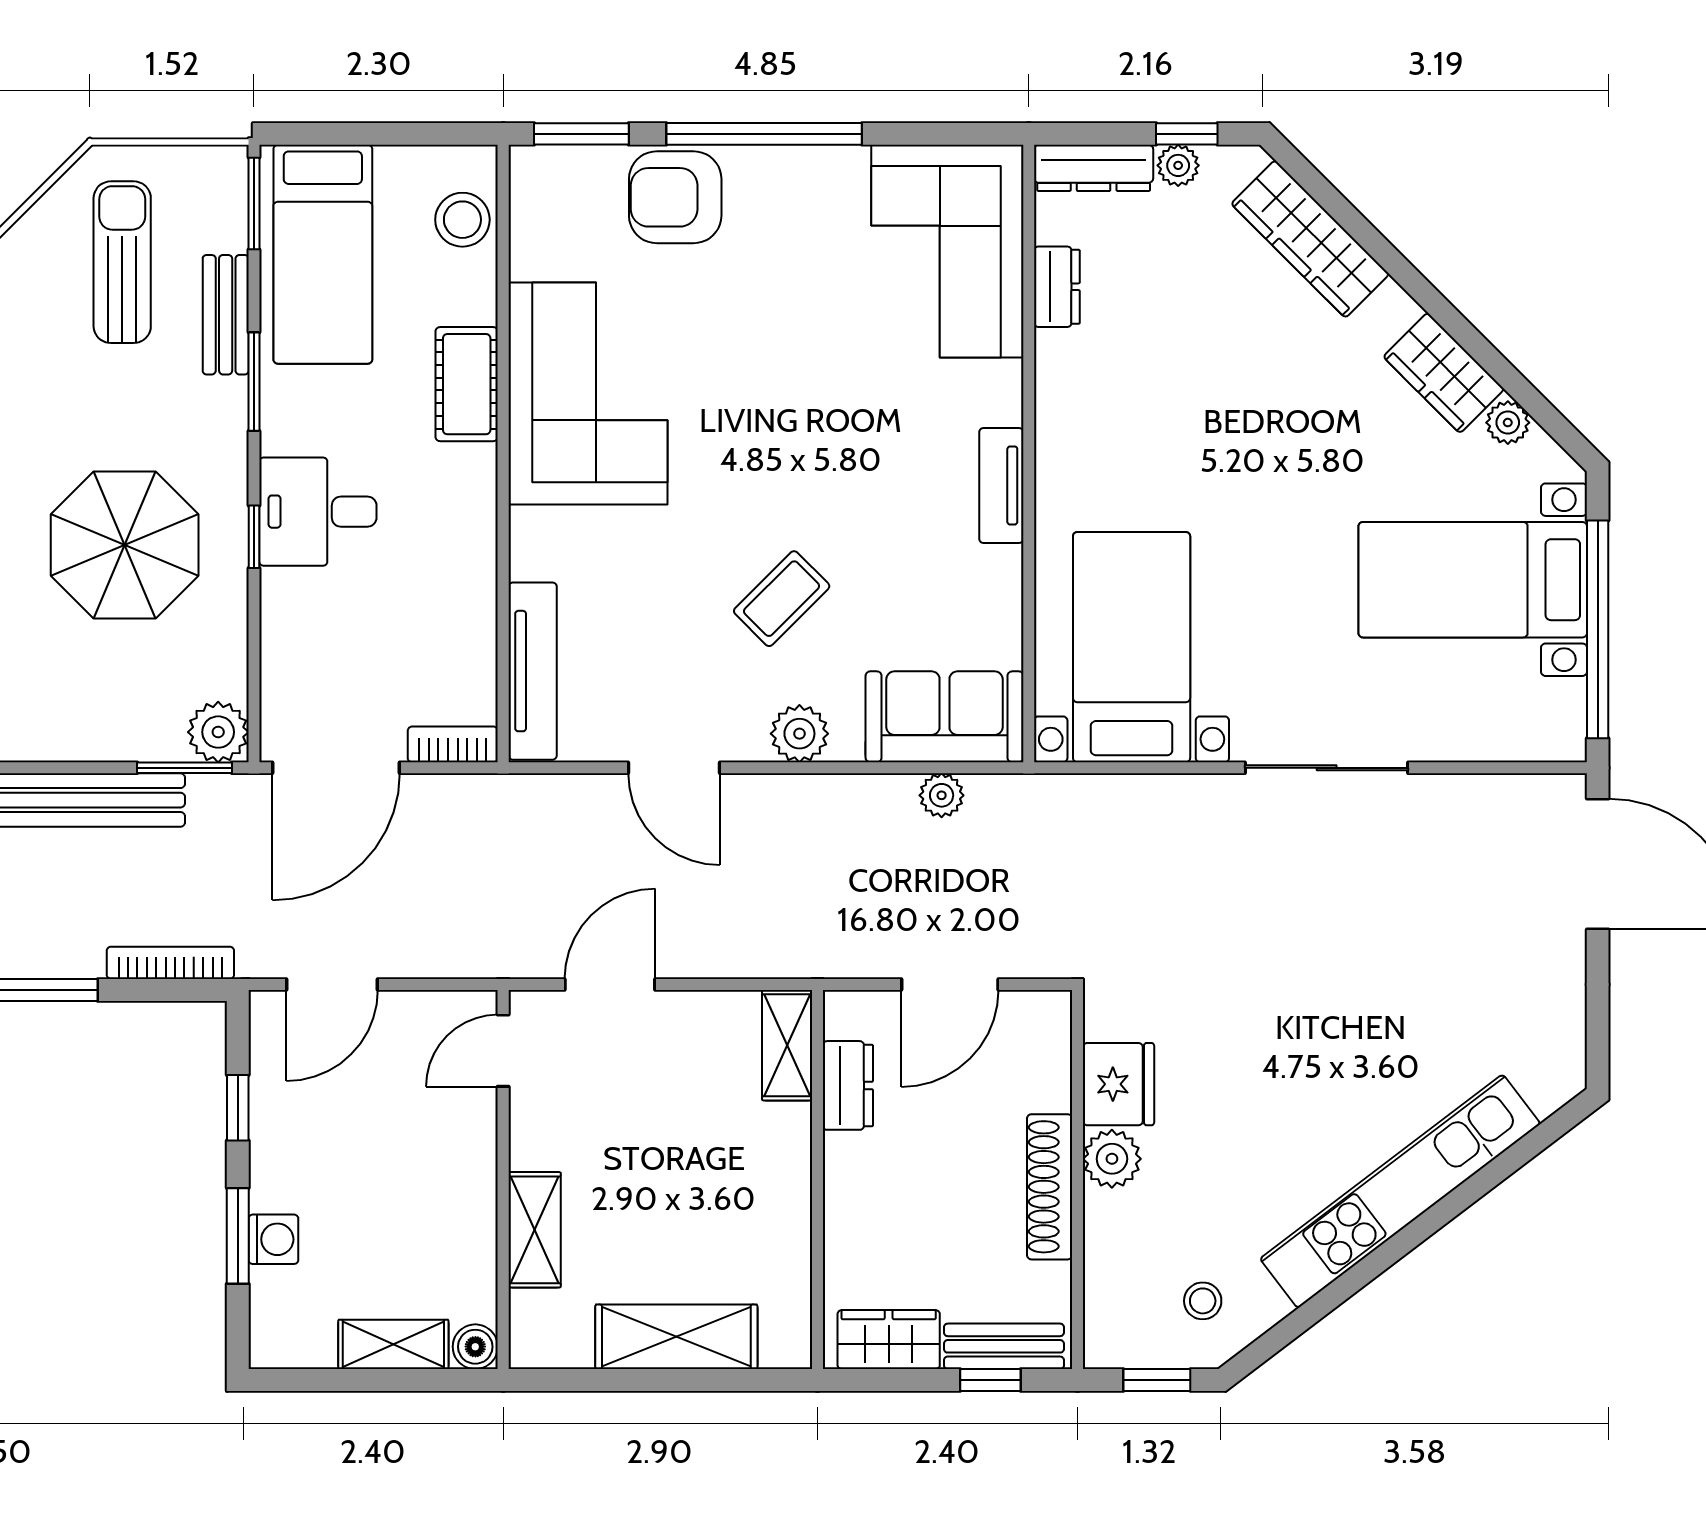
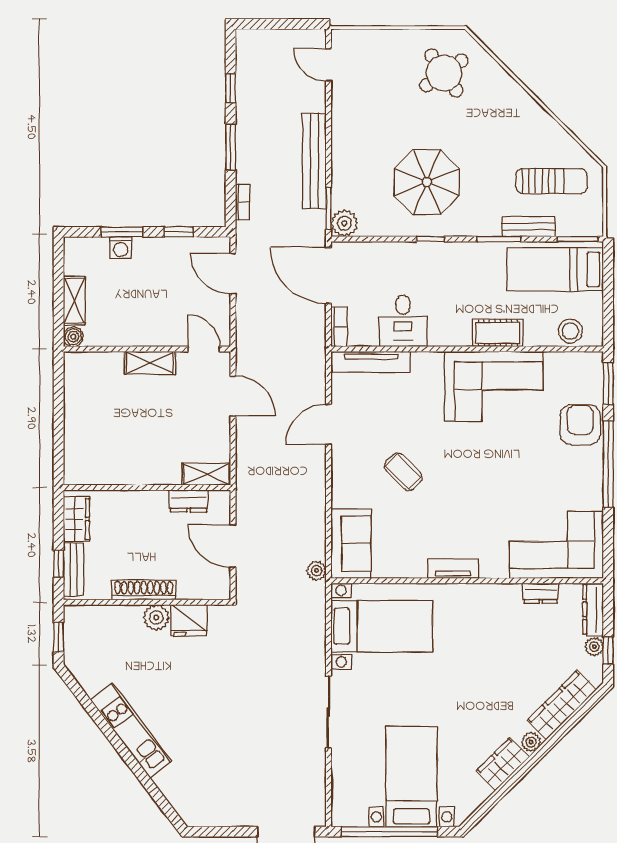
plant: (1508, 423) -> (531, 742), moved
desk: (318, 512) -> (403, 321), moved, turned 180
plant: (799, 734) -> (344, 480), removed
plant: (942, 795) -> (316, 571), moved
bookcase: (170, 963) -> (243, 202), width x0.64
kitchen unit: (1400, 1191) -> (131, 730), width x0.73
shelving: (535, 1230) -> (150, 363), moved
stool: (1203, 1301) -> (93, 658), removed
shelving: (676, 1337) -> (78, 425), removed

